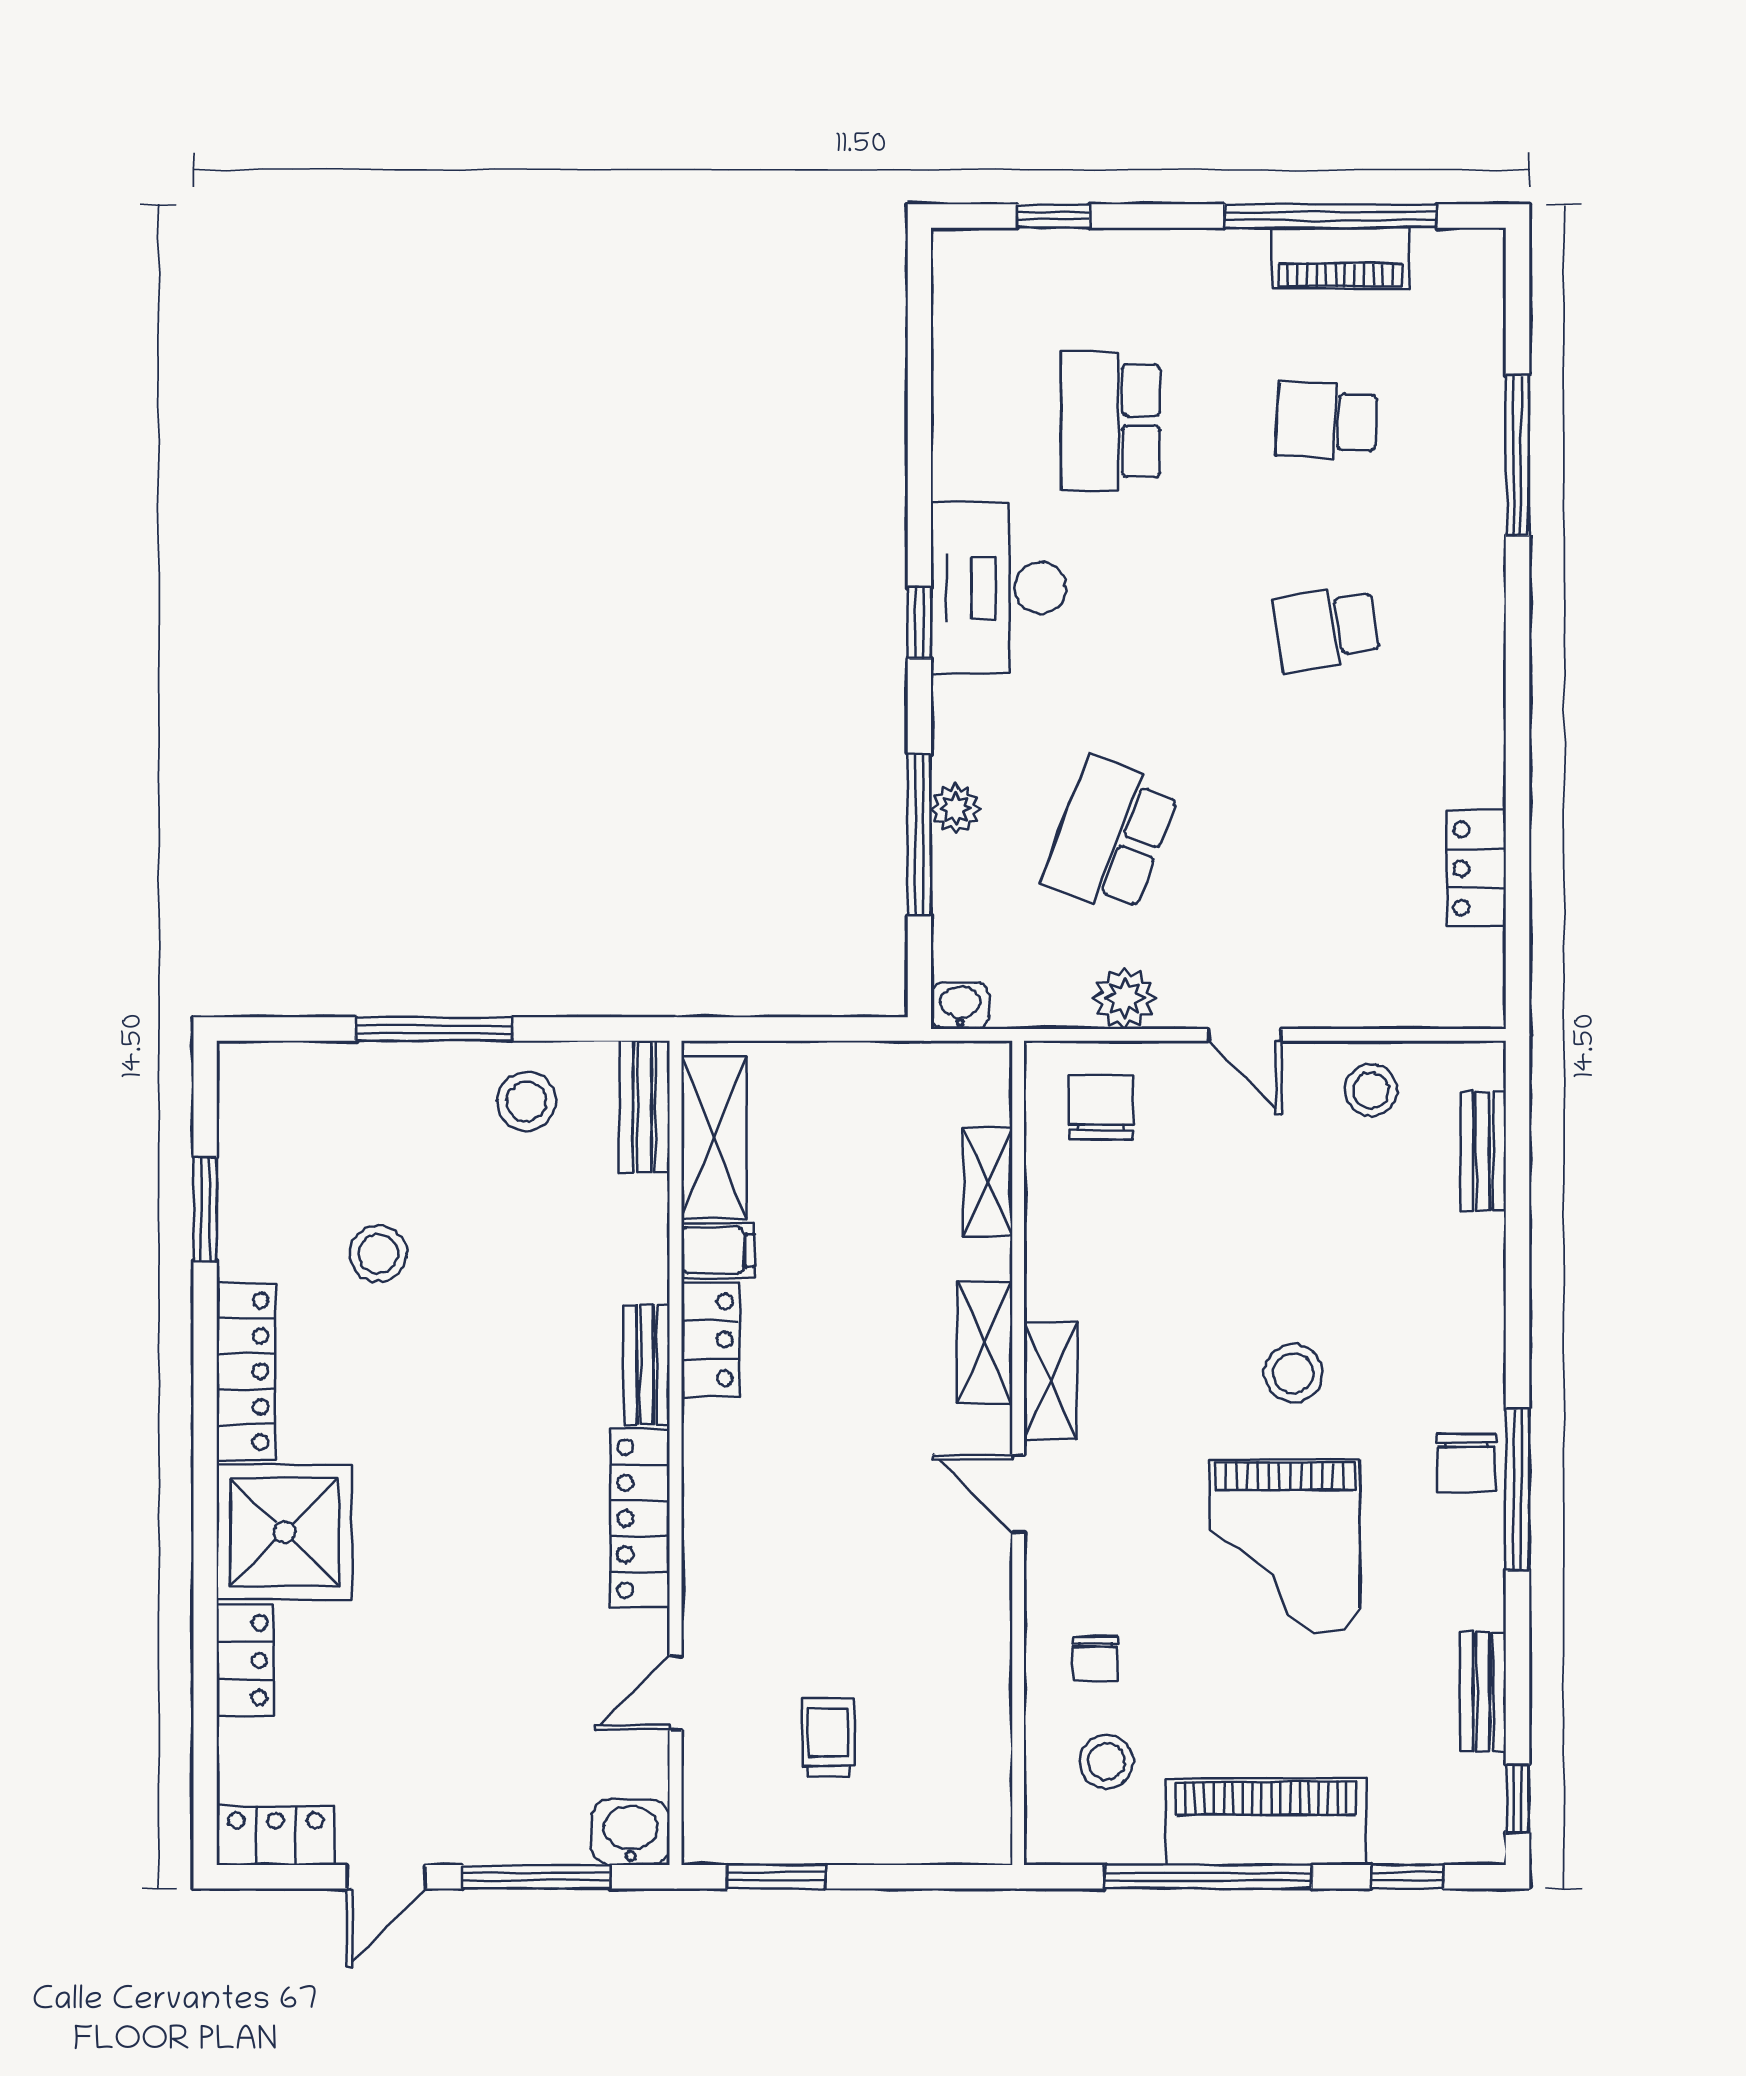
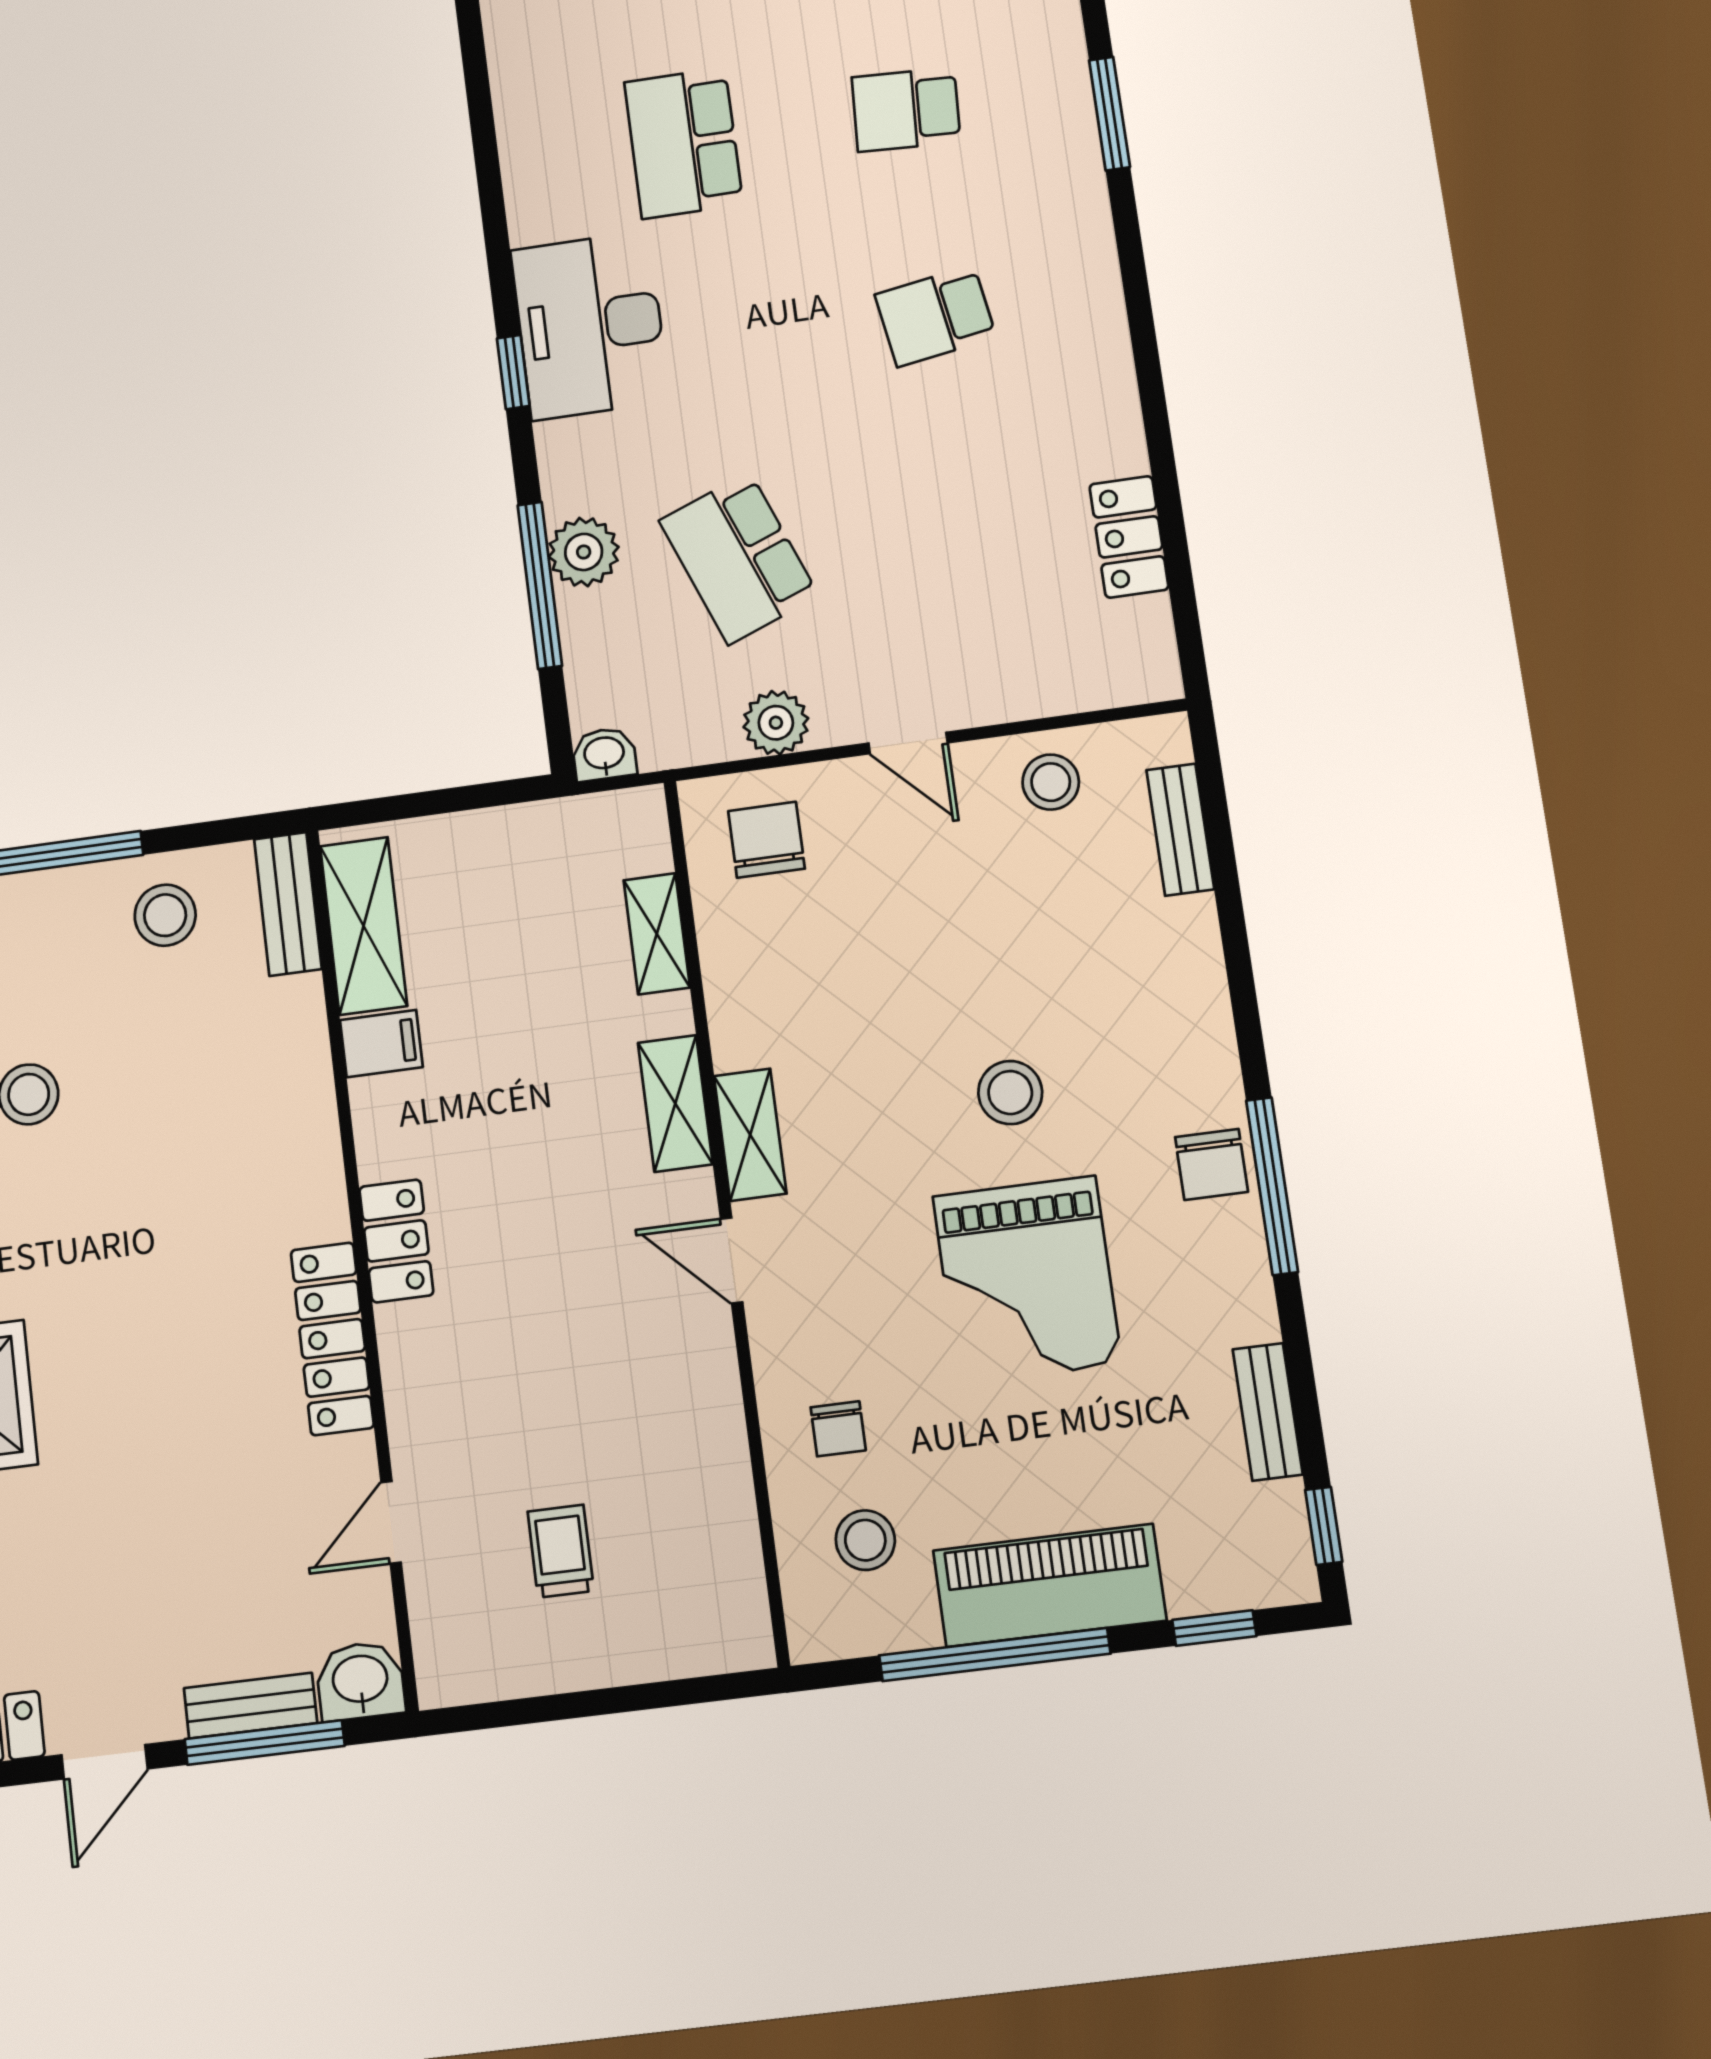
window: (1517, 455) -> (1109, 114), width x0.69
plant: (956, 808) -> (584, 552), width x1.38, depth x1.38
school desk: (1110, 836) -> (739, 558), turned -42
locker: (710, 1340) -> (396, 1241), moved
bench: (647, 1365) -> (251, 1706), moved, turned 90
window: (776, 1877) -> (523, 1711), removed

